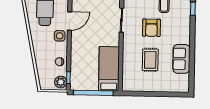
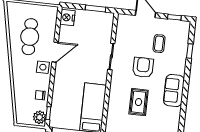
armchair: (151, 28) -> (143, 67), turned 180
sofa: (181, 59) -> (174, 91), moved

